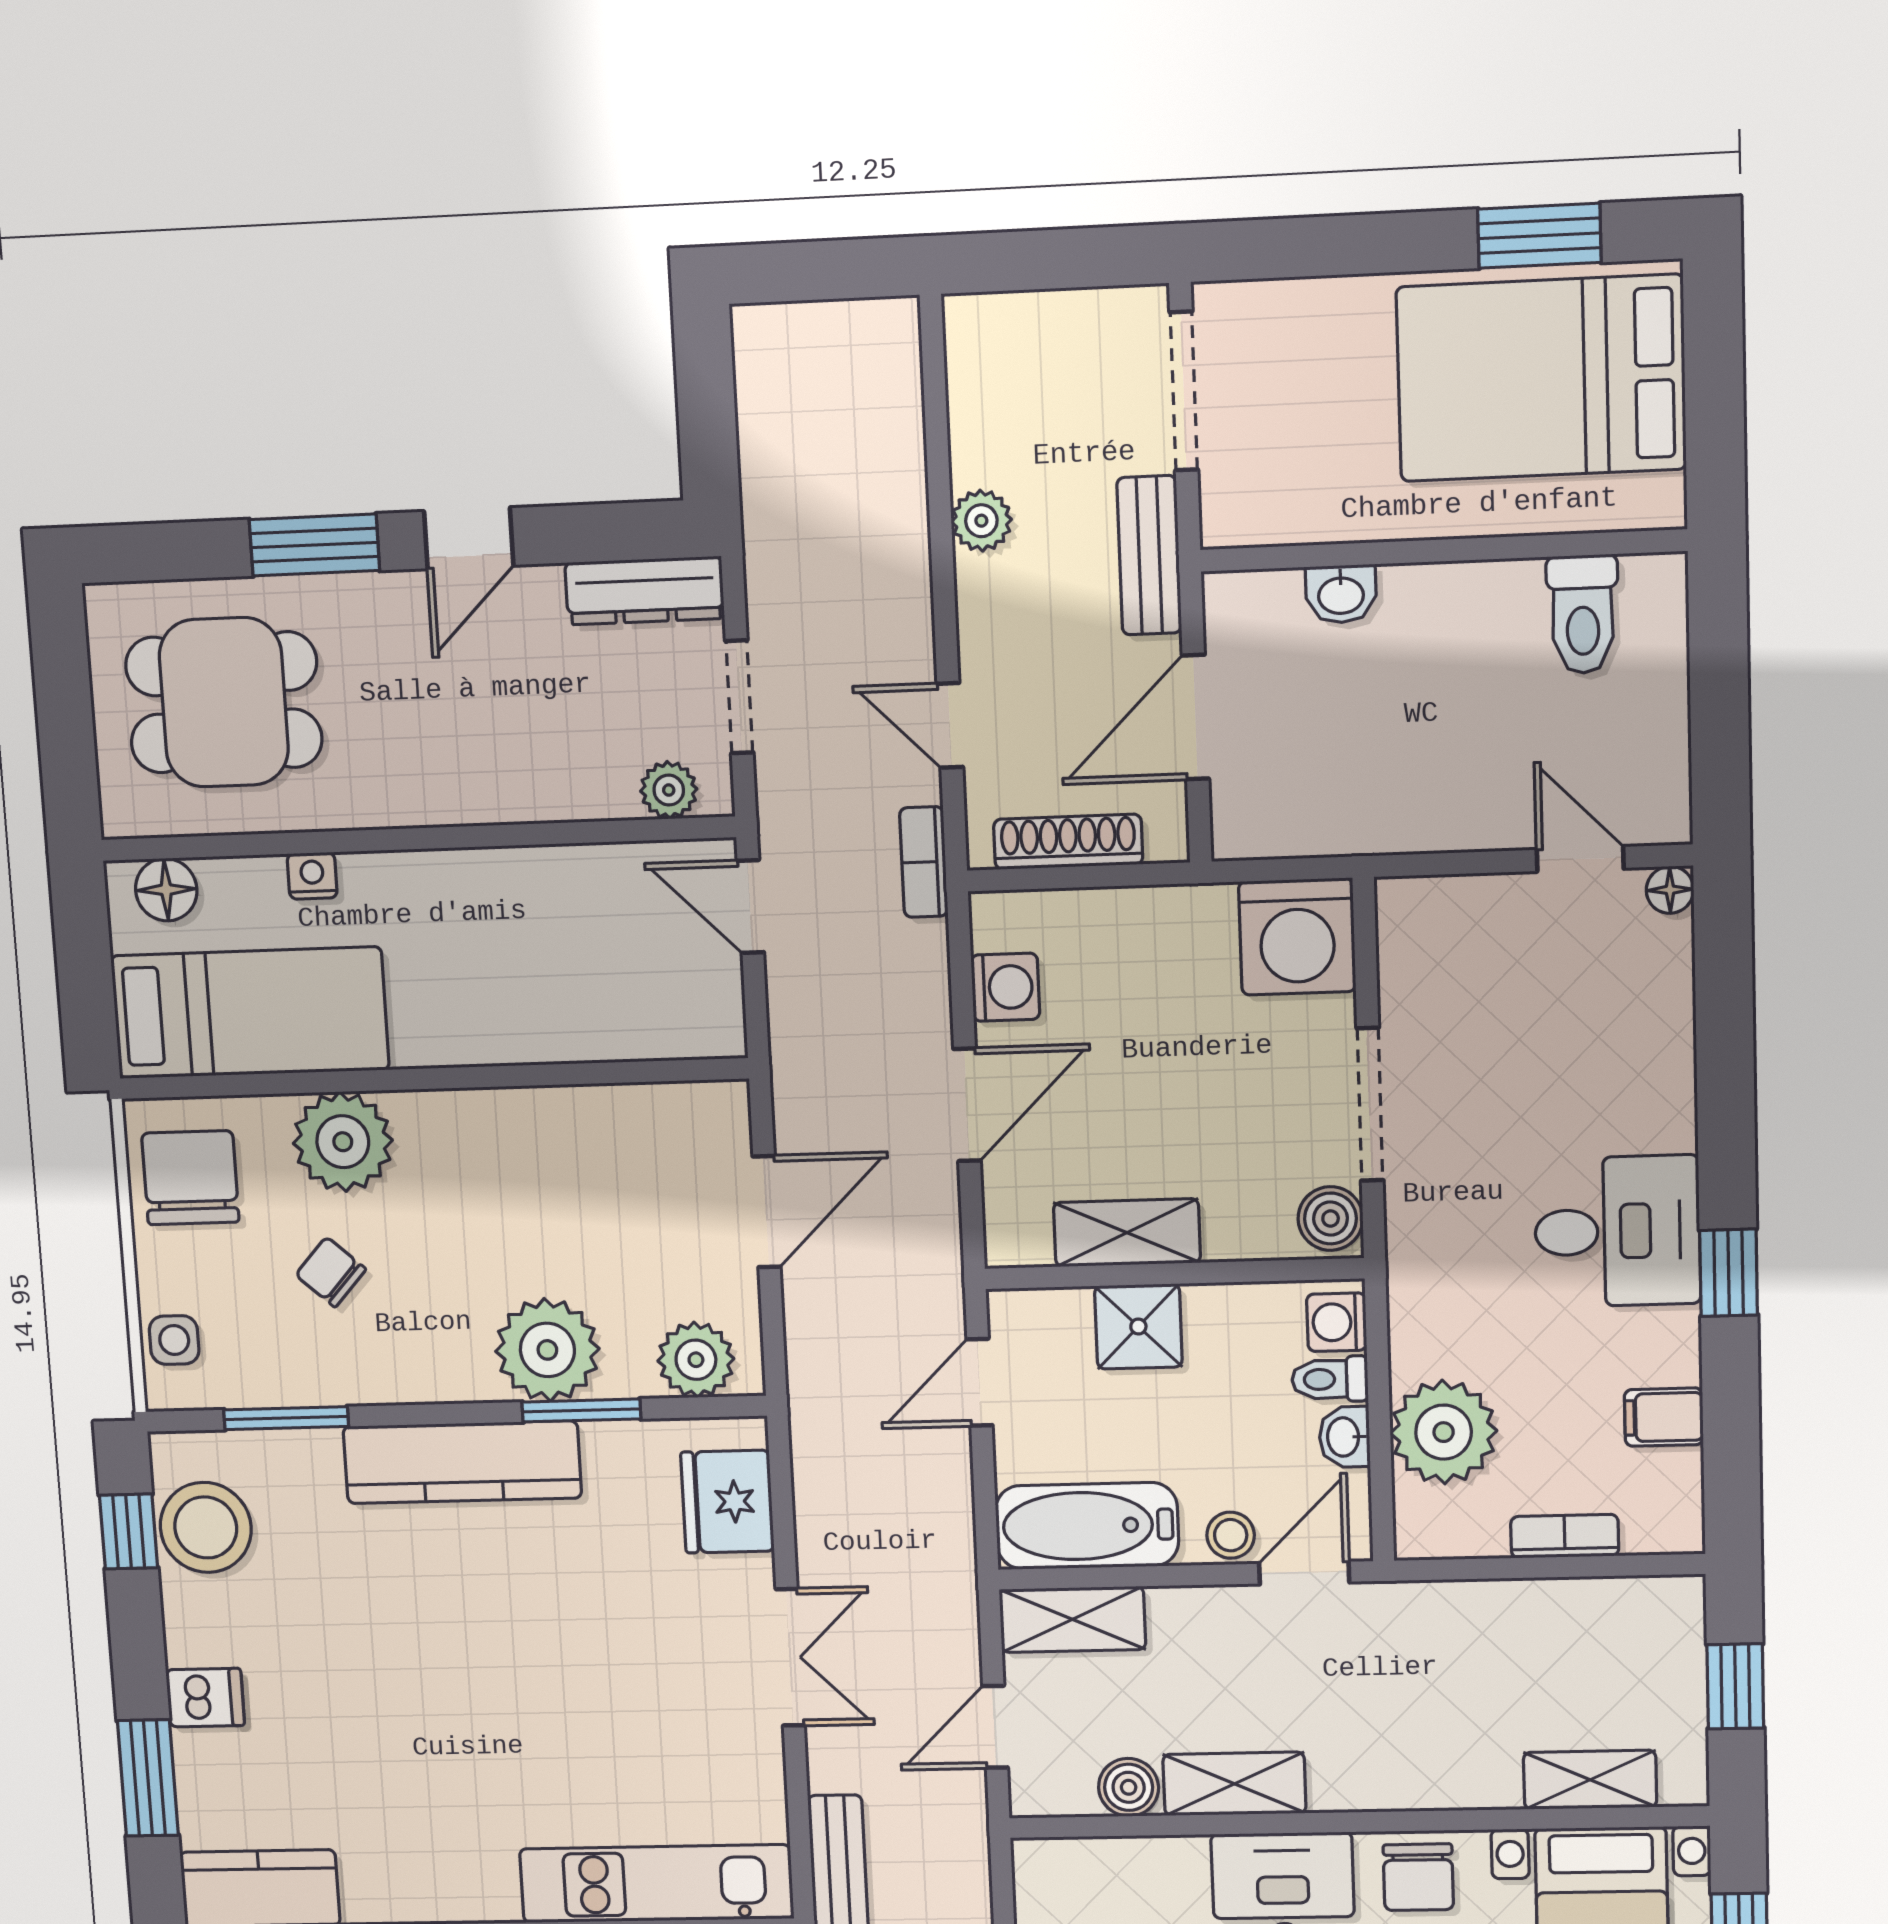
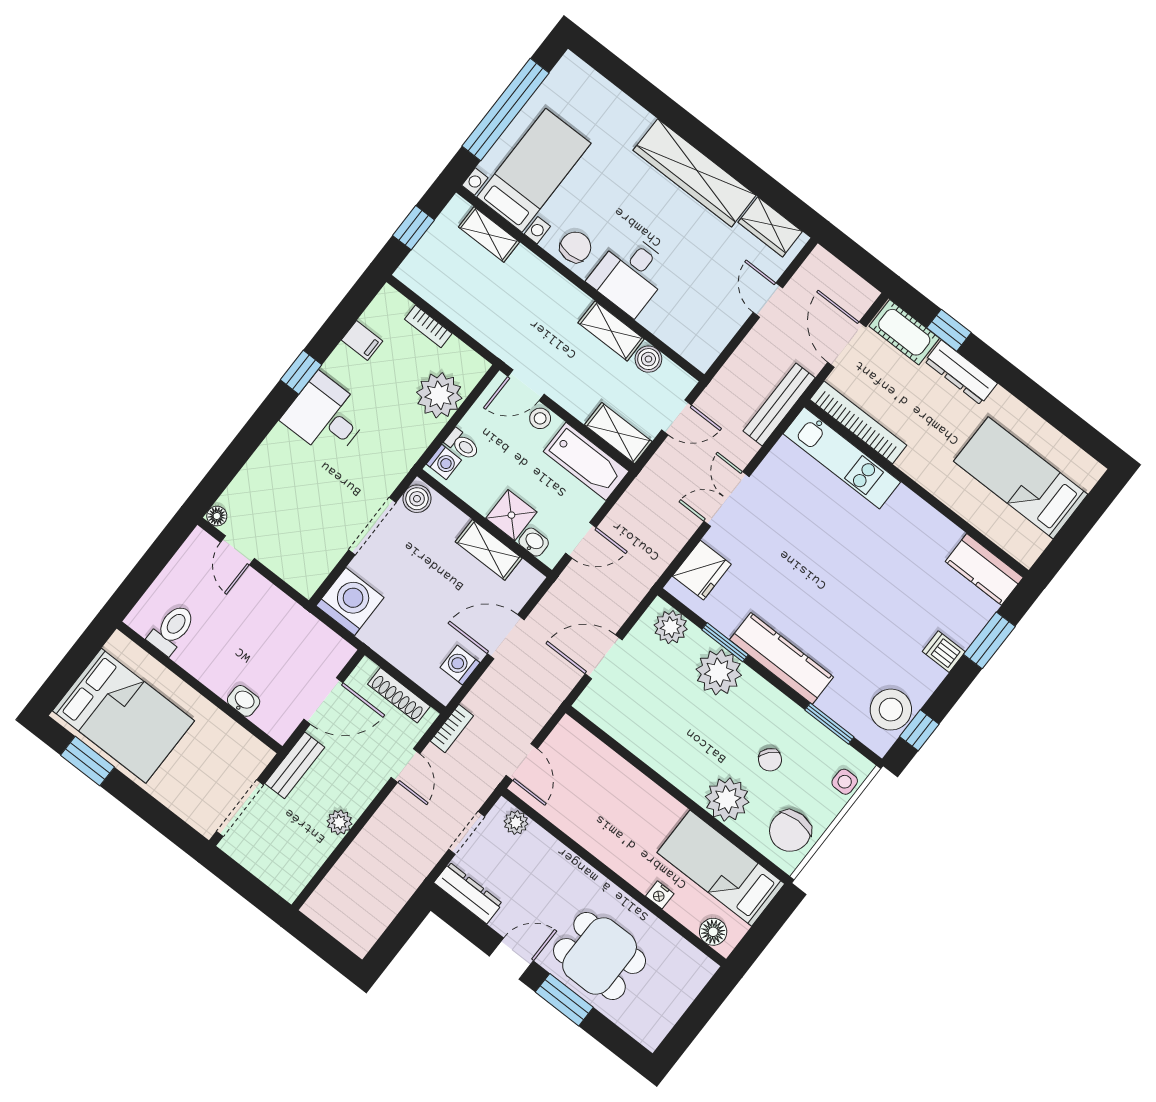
dining table: (224, 702) -> (600, 956), moved
washbasin: (1345, 1437) -> (534, 542), moved, turned -90

